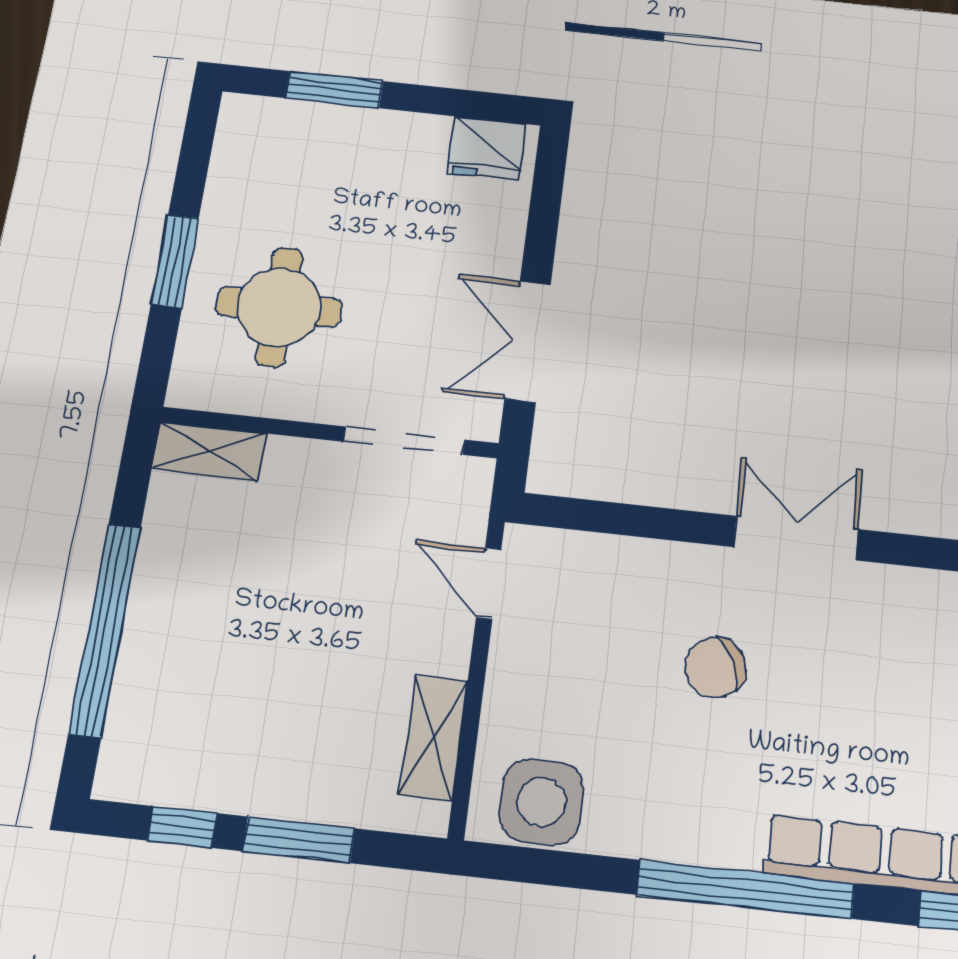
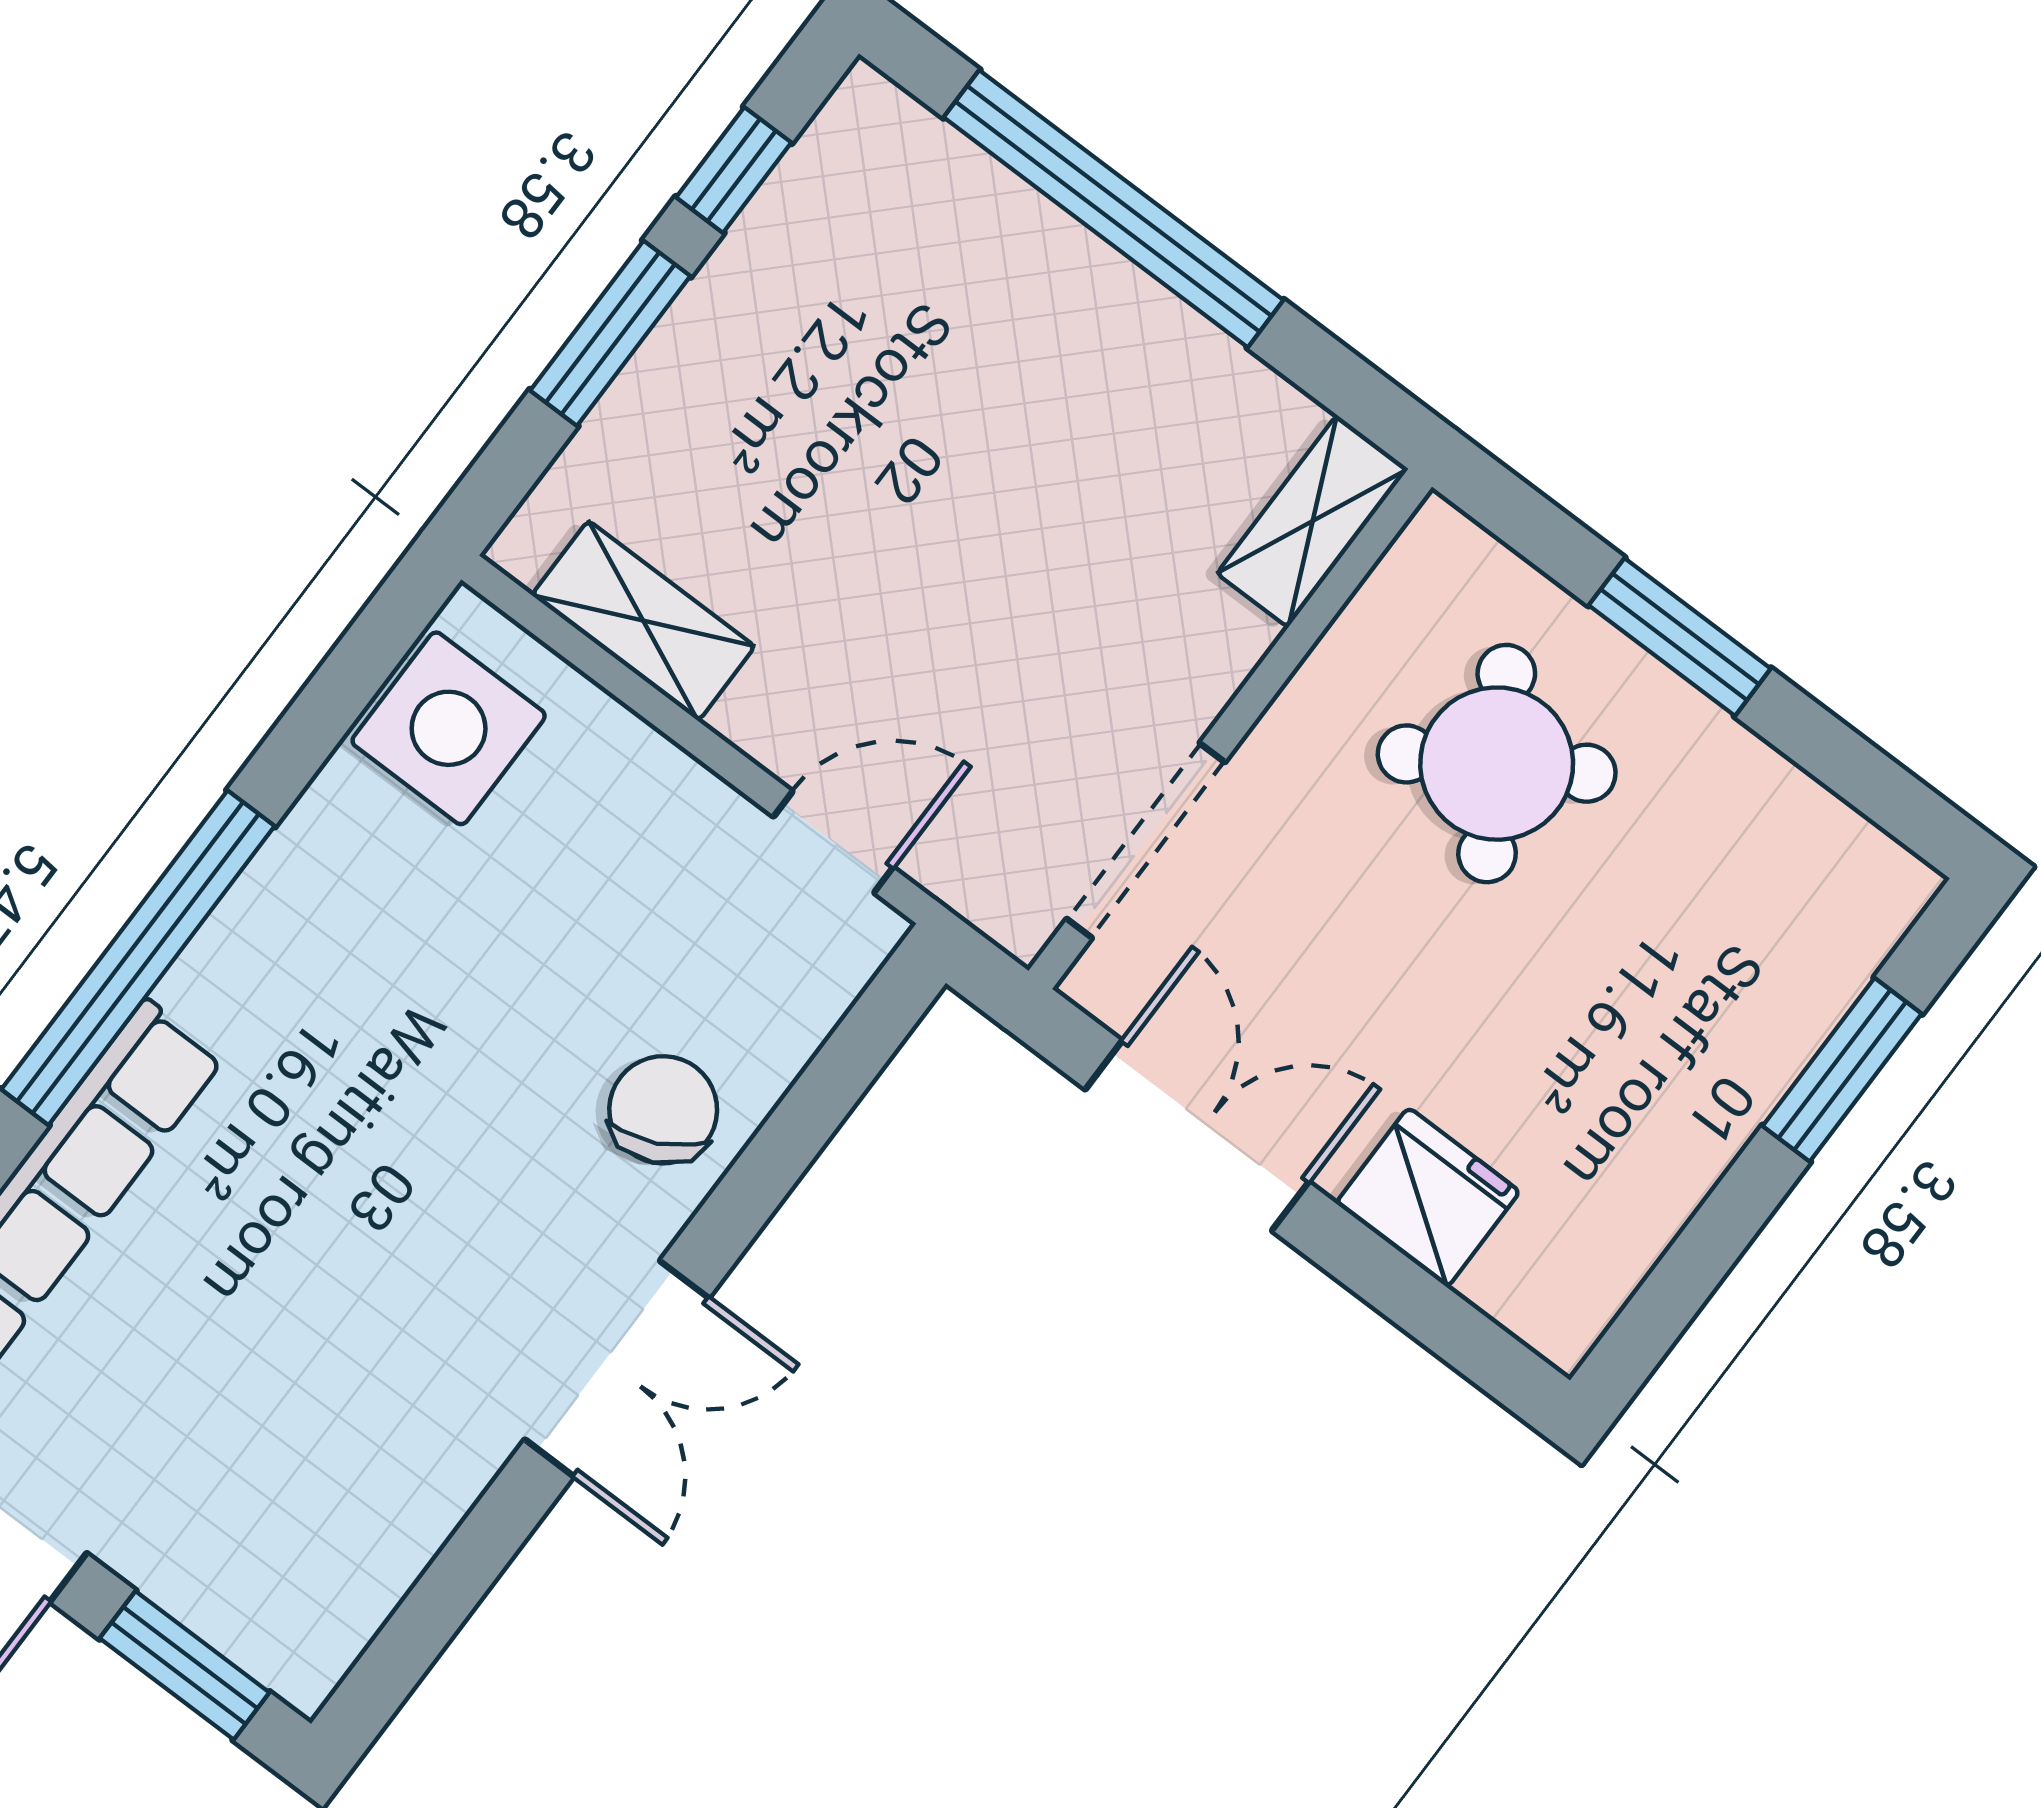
fridge: (486, 148) -> (1428, 1197), moved, turned 90
round table: (279, 307) -> (1497, 764), turned -31
chair: (715, 668) -> (663, 1110), moved

